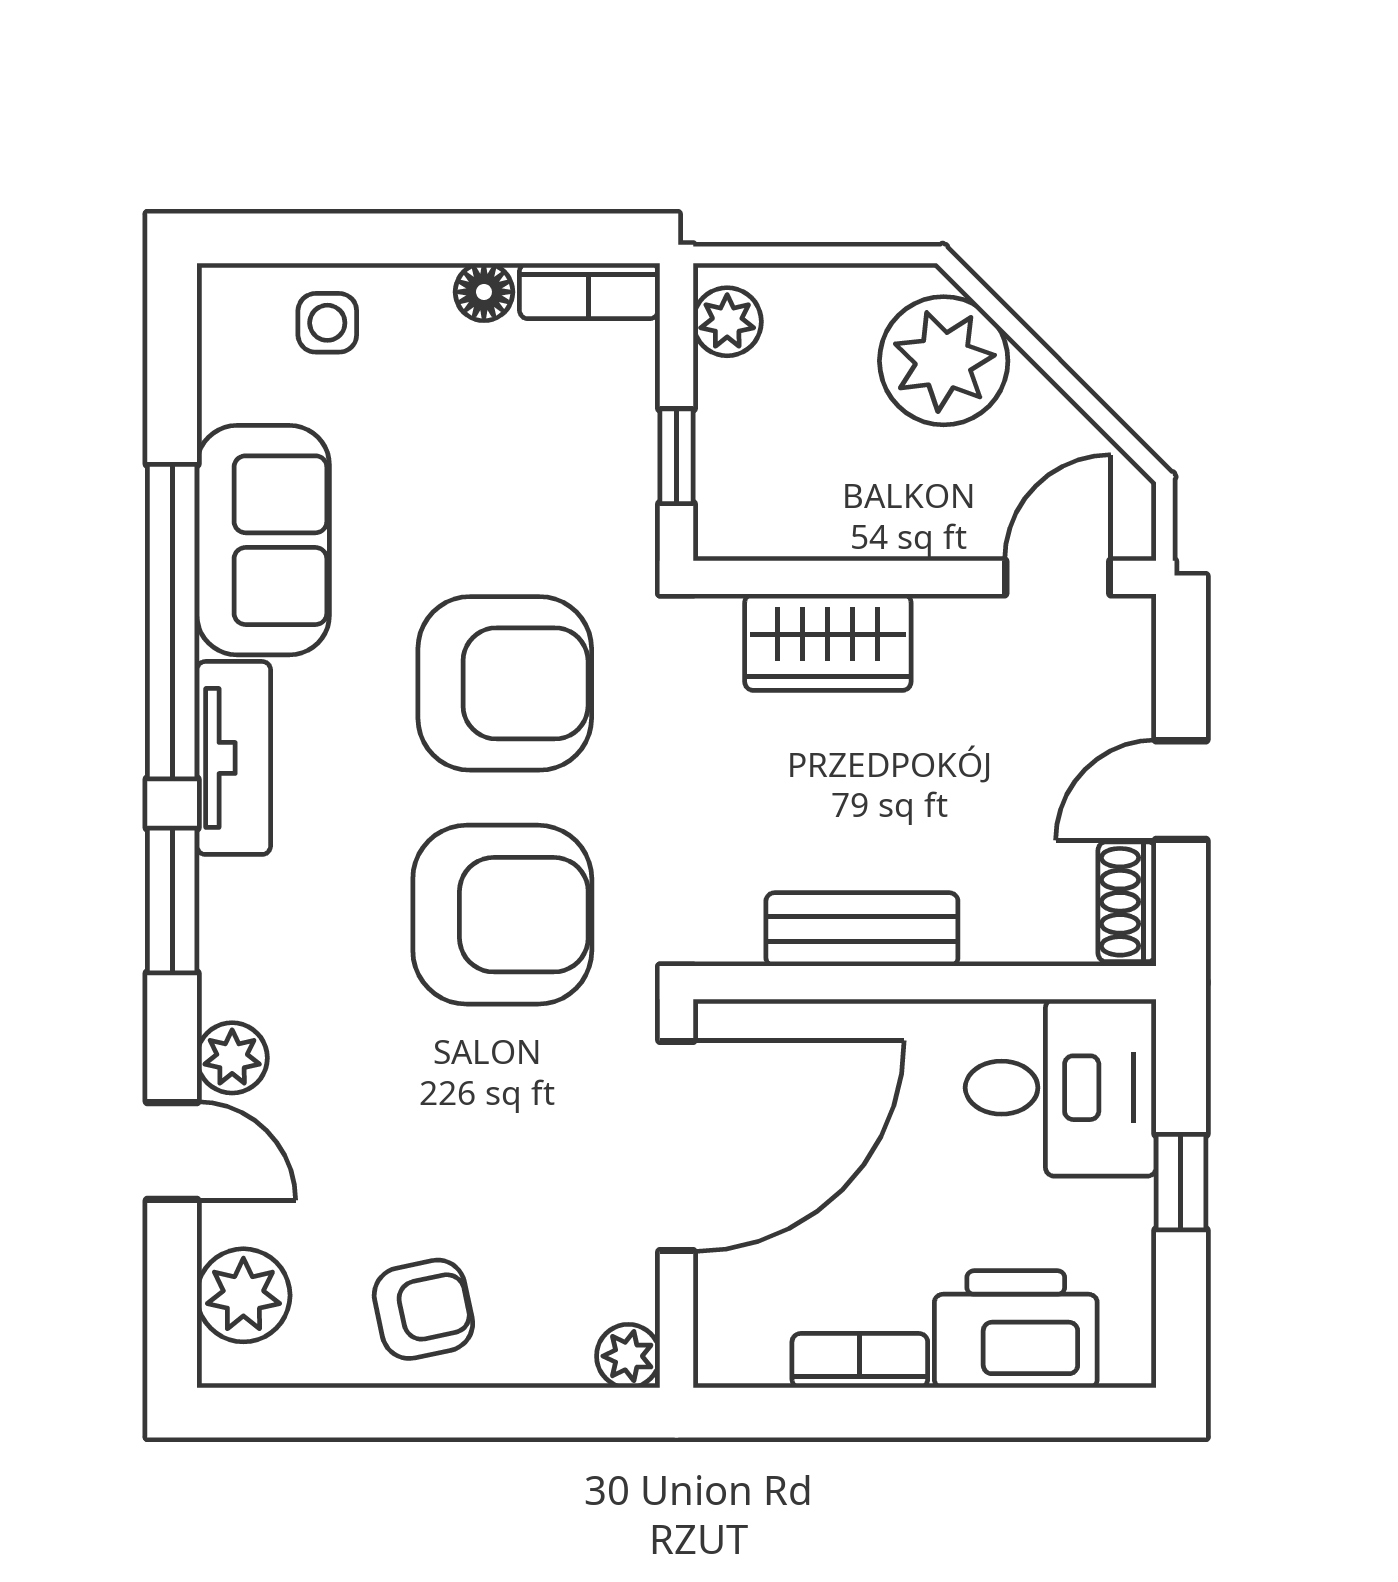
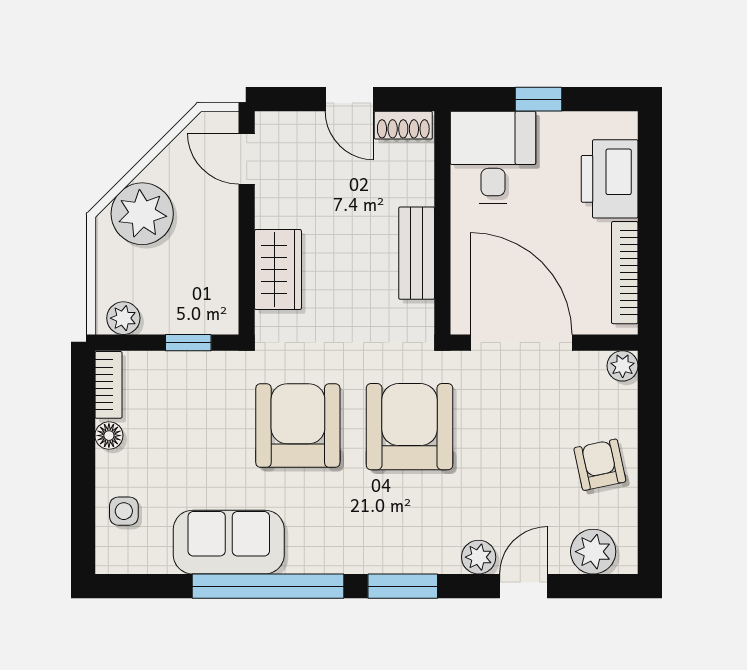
tv unit: (234, 758) -> (334, 556), removed
bookcase: (860, 1361) -> (625, 273), width x1.56

